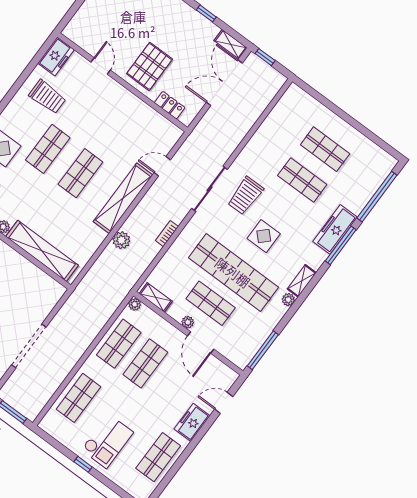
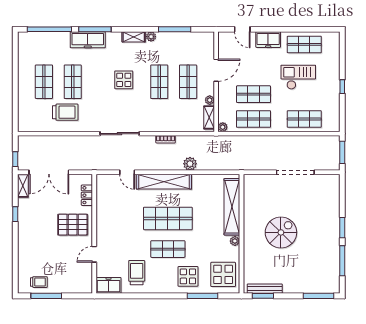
shop shelf: (80, 173) -> (168, 218), width x1.43, depth x1.36
trolley: (245, 196) -> (65, 112), moved
shop shelf: (233, 272) -> (159, 82), width x0.50, depth x0.74
plant: (188, 322) -> (210, 100), moved
window: (263, 350) -> (175, 29), moved
checkout: (107, 441) -> (298, 77), moved

